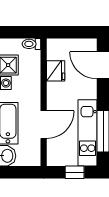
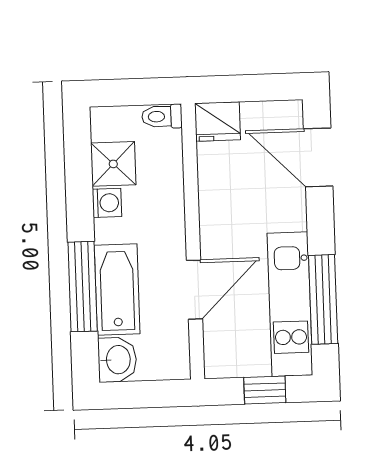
fridge: (56, 71) -> (218, 122), moved, turned 90

